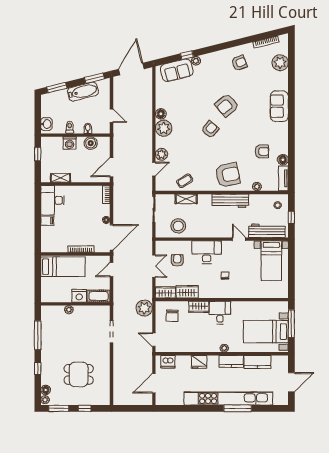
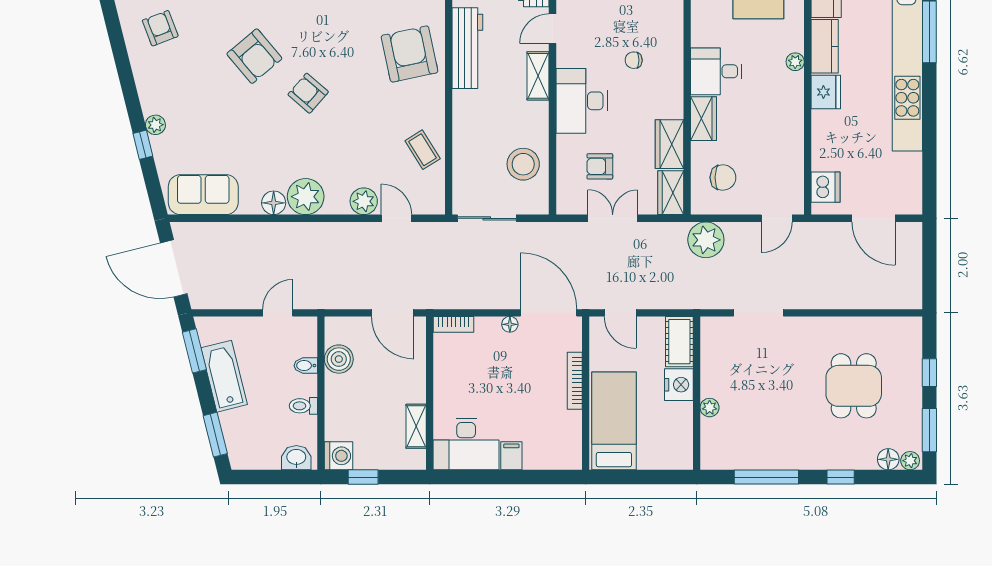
sofa: (177, 70) -> (203, 195), moved, turned -76
washing machine: (70, 143) -> (339, 456), moved
shelving: (186, 199) -> (538, 76), moved
fridge: (199, 362) -> (826, 92), moved

